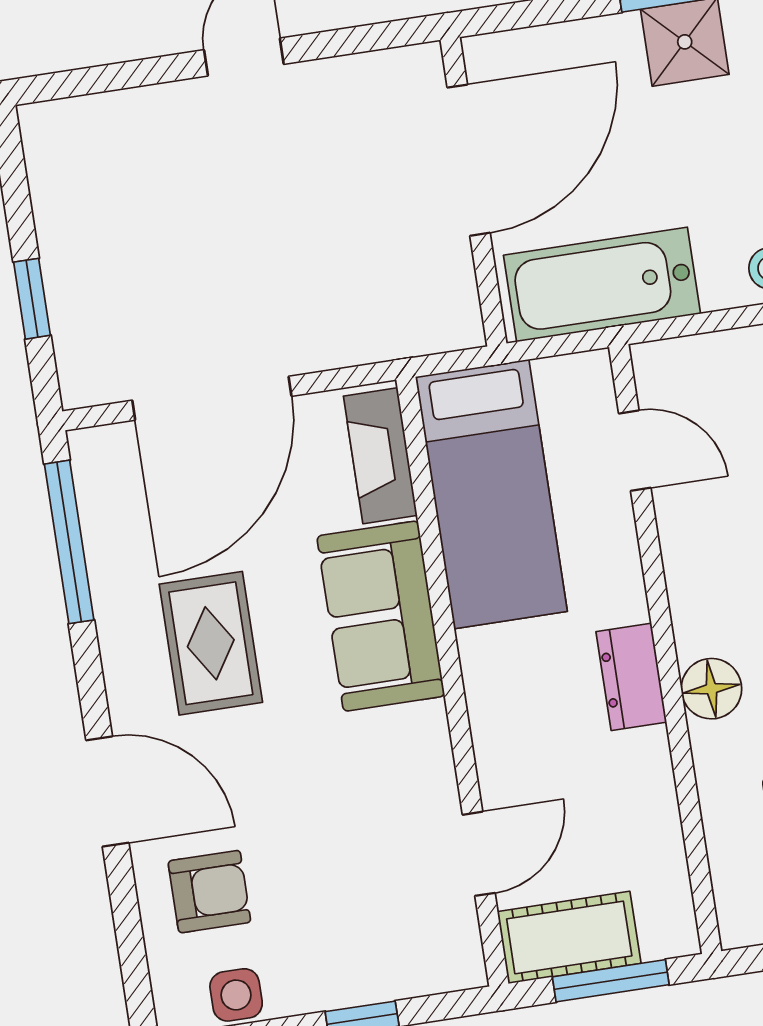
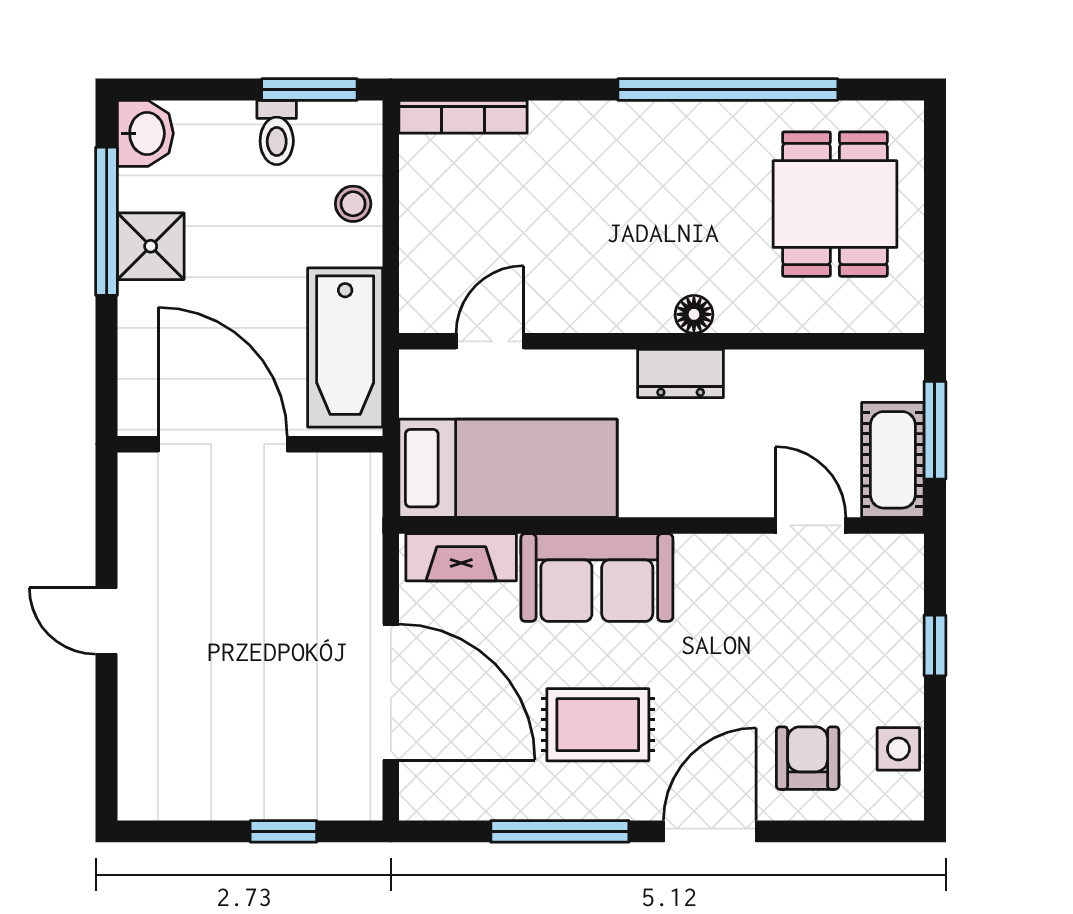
window: (69, 542) -> (560, 831), moved
floor lamp: (711, 689) -> (694, 314), width x0.73, depth x0.73

